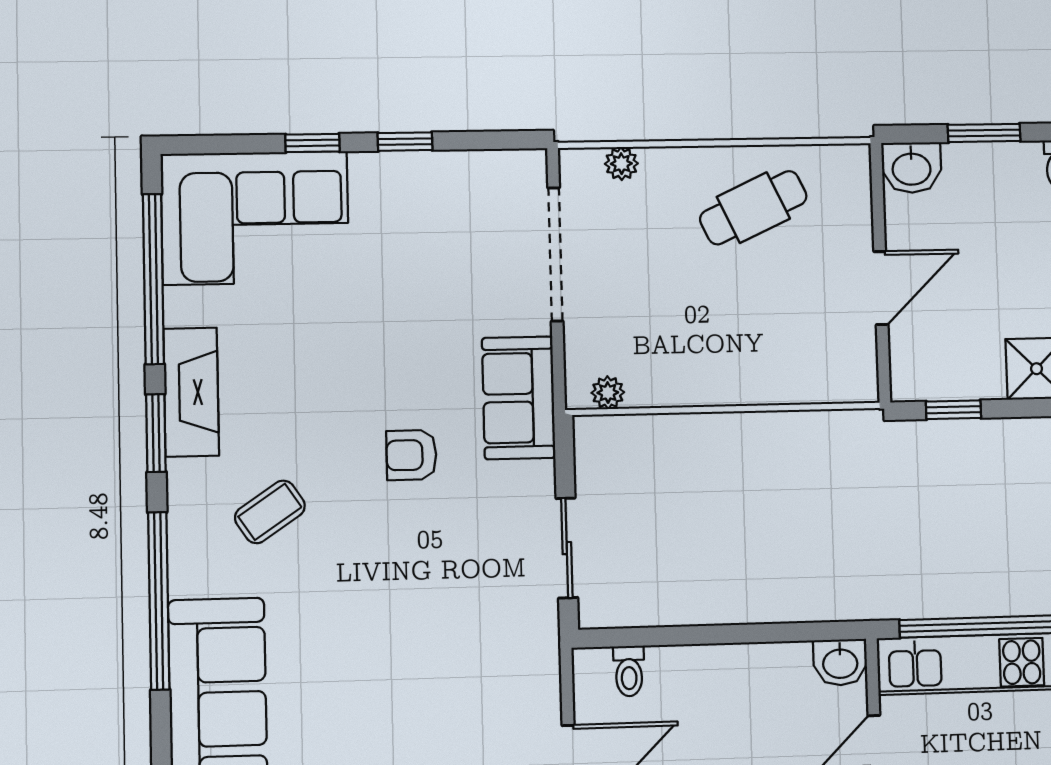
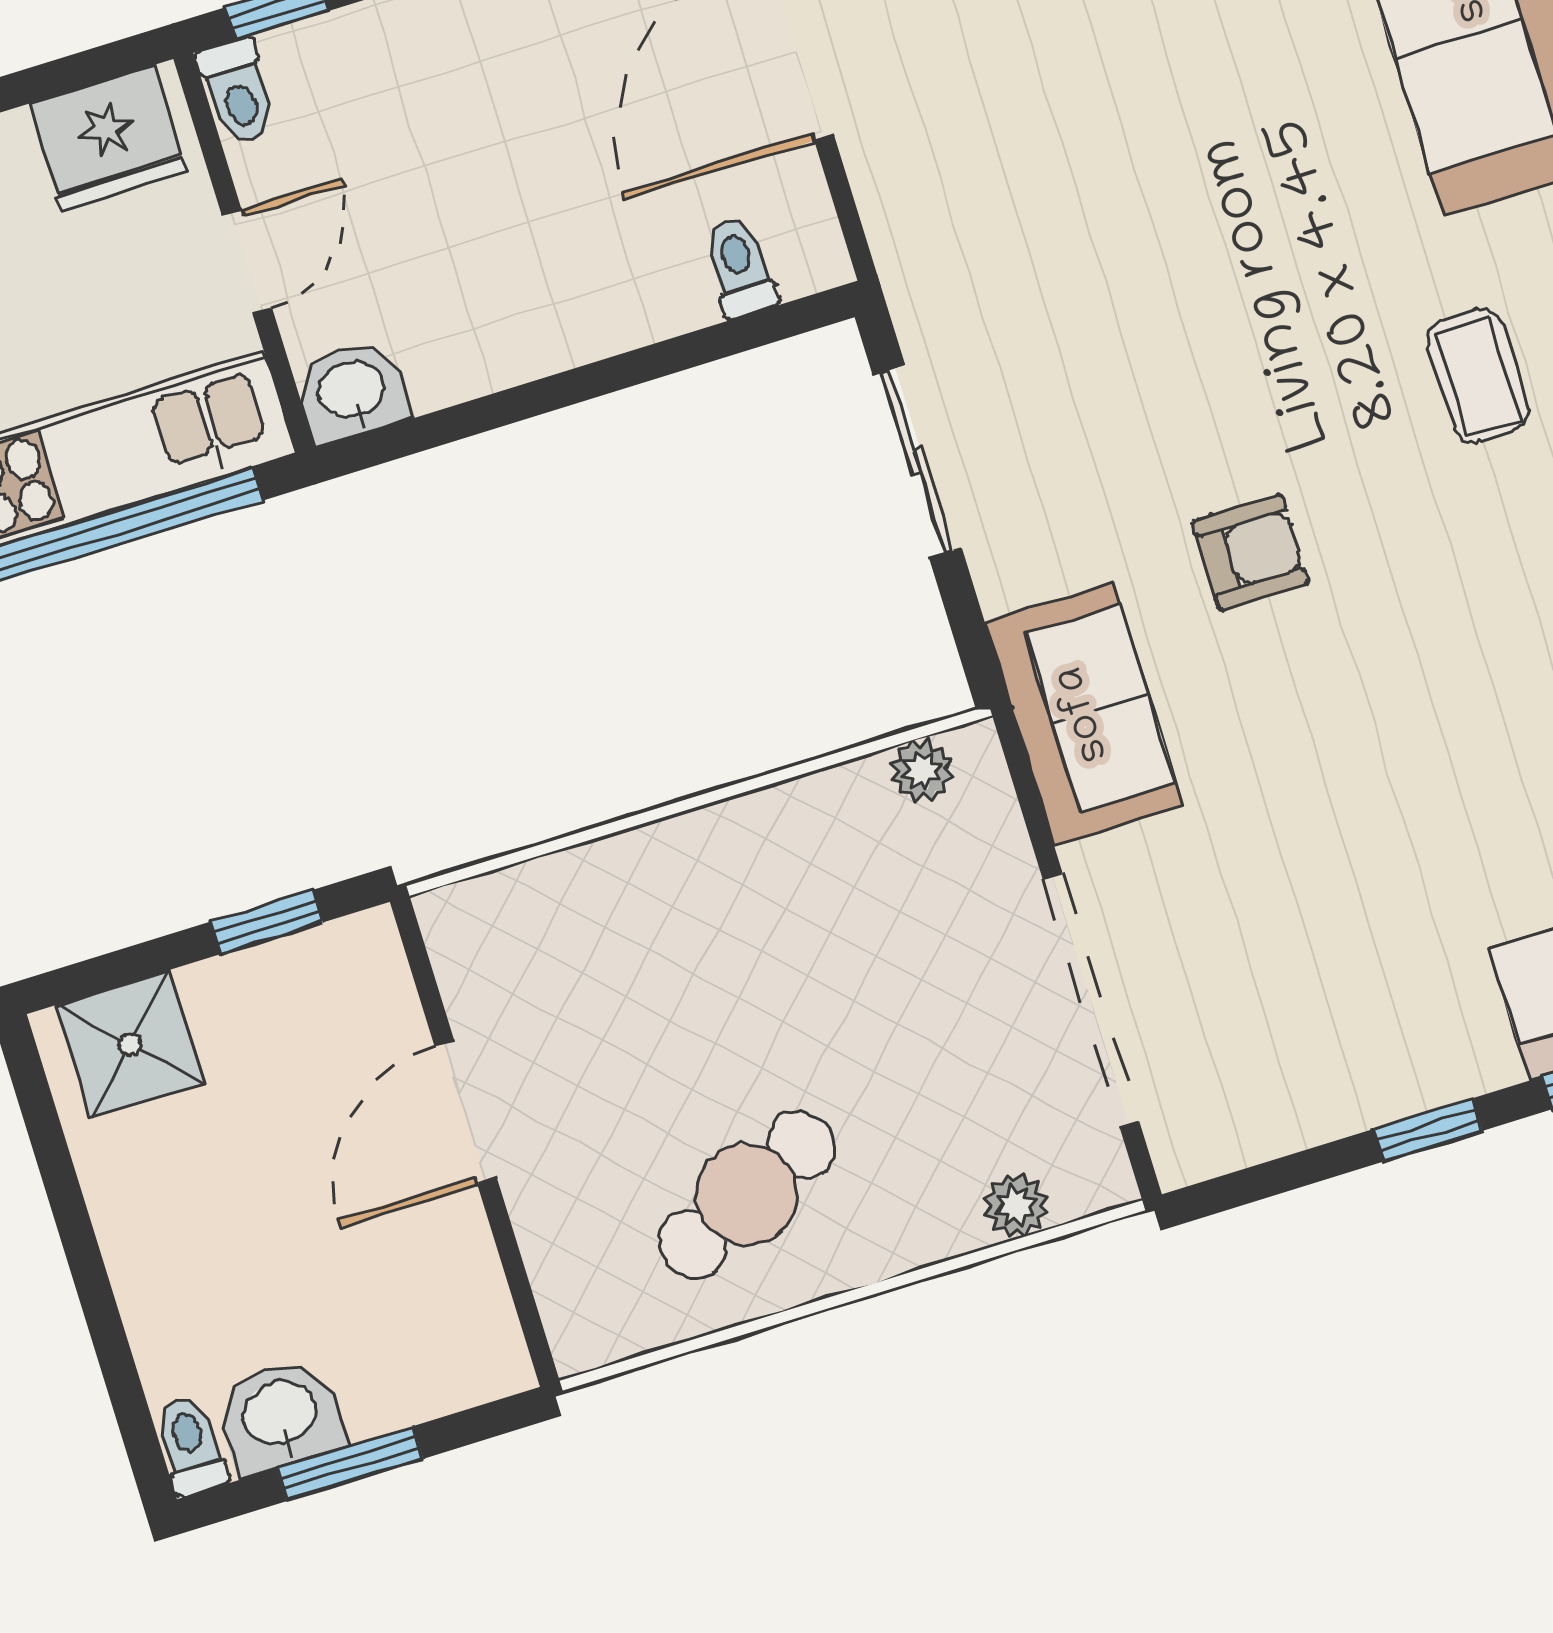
washbasin: (911, 168) -> (280, 1416), moved
coffee table: (270, 512) -> (1478, 376), turned -56

